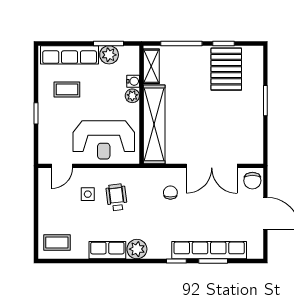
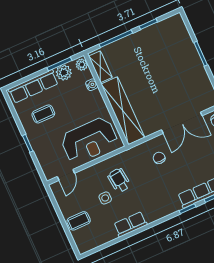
pallet: (226, 69) -> (159, 43), removed
plant: (132, 96) -> (82, 65), moved
side table: (88, 194) -> (105, 198), moved
coffee table: (57, 242) -> (79, 221), moved
plant: (137, 249) -> (153, 213), removed

